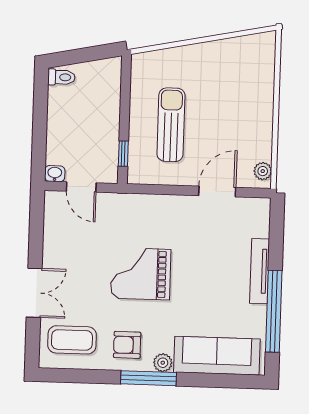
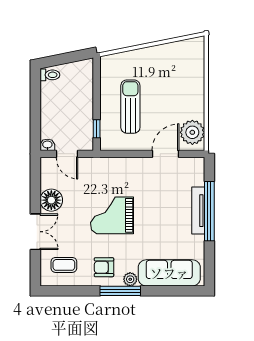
plant: (263, 171) -> (192, 132), width x1.87, depth x1.87
floor lamp: (58, 250) -> (51, 200), added
window: (274, 311) -> (209, 211), moved
coffee table: (72, 340) -> (64, 265), width x0.73, depth x0.77

